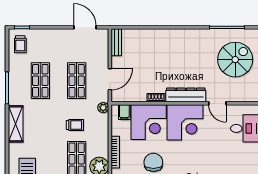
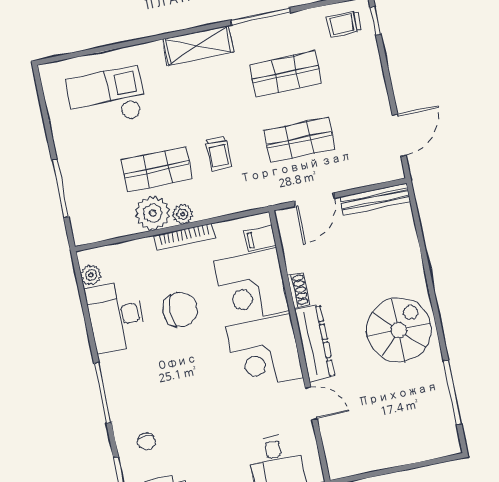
bench: (116, 42) -> (375, 199), width x1.36
spiral stairs: (235, 60) -> (399, 330), moved, turned -90
door: (110, 79) -> (315, 200), hinge flipped
door: (217, 103) -> (311, 403), swing flipped
plant: (103, 108) -> (183, 214), moved

